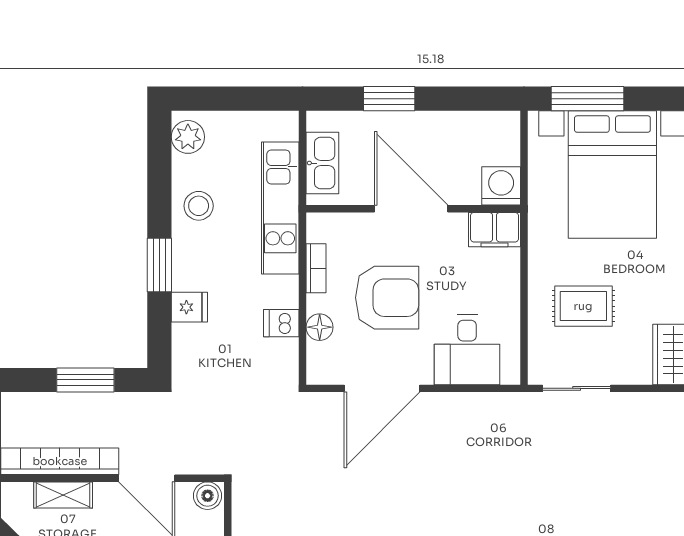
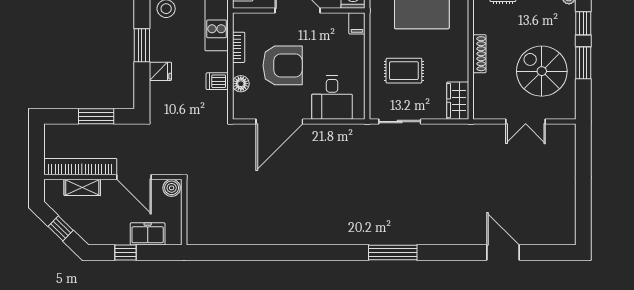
filing cabinet: (494, 230) -> (357, 23), width x0.50

